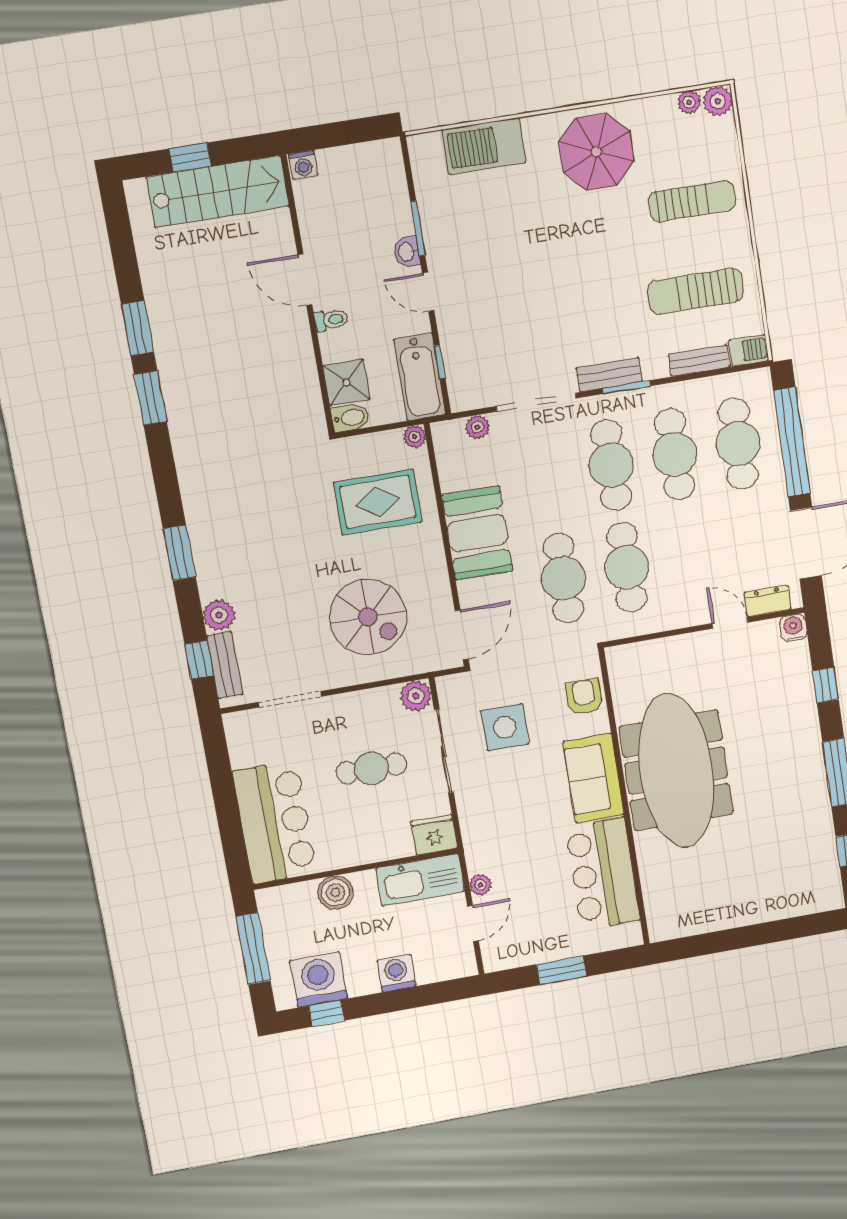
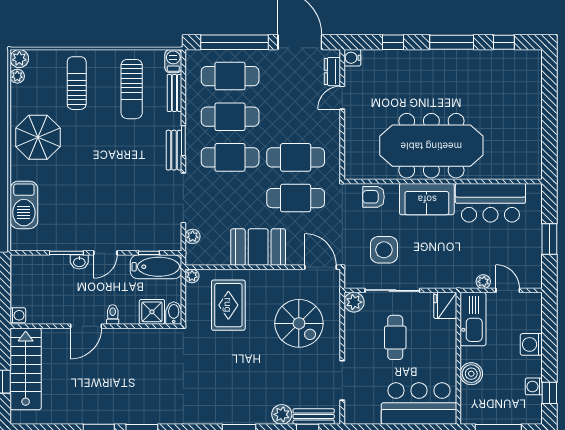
spiral stairs: (368, 617) -> (299, 323), turned 90
washing machine: (319, 980) -> (534, 386), width x0.53, depth x0.53

